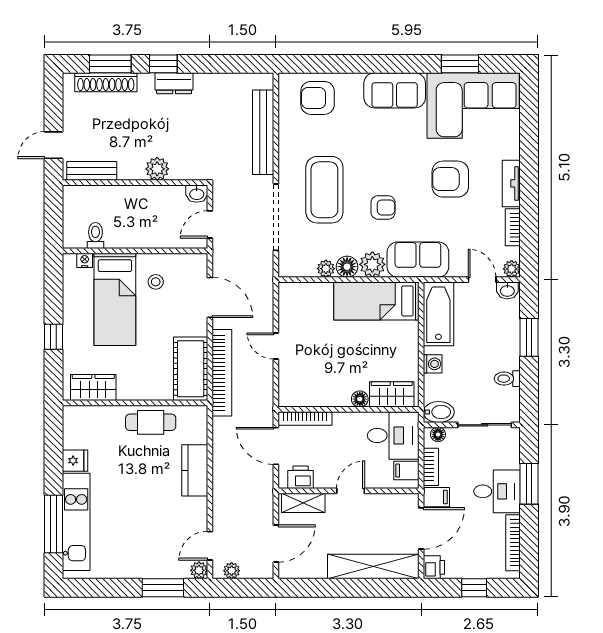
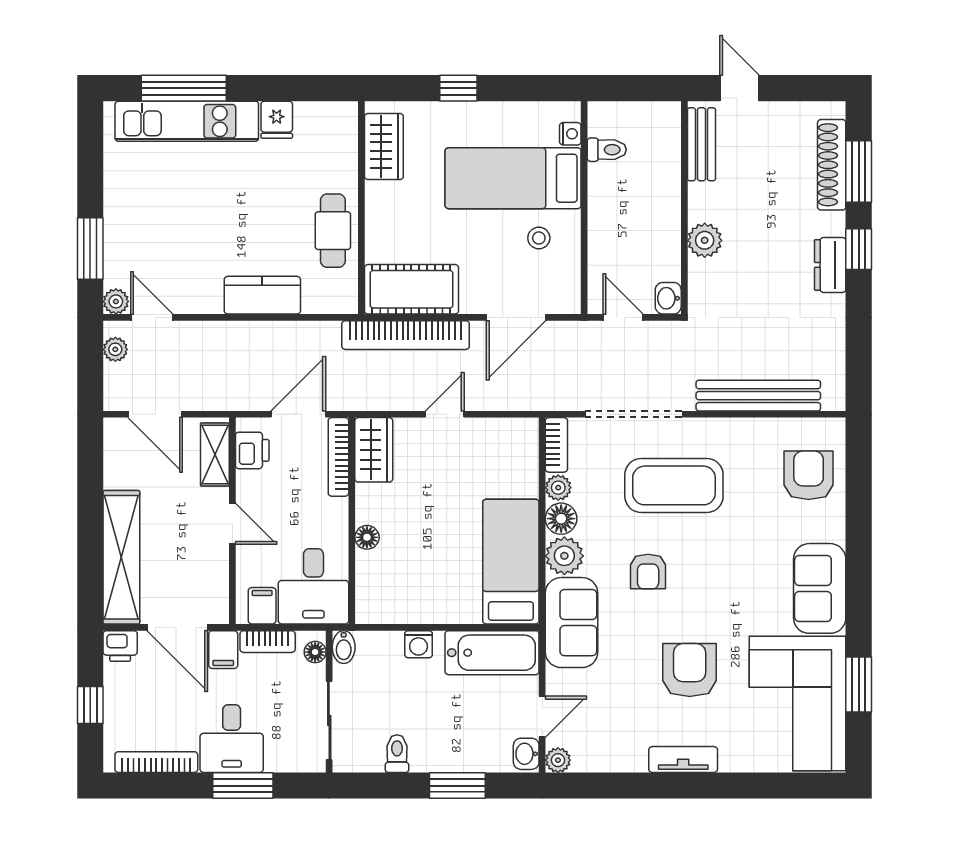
bookcase: (513, 227) -> (556, 445), moved, turned 90
wardrobe: (392, 394) -> (374, 450), moved
bidet: (439, 412) -> (344, 647), width x0.72, depth x0.74

